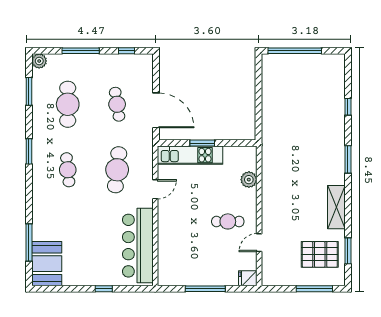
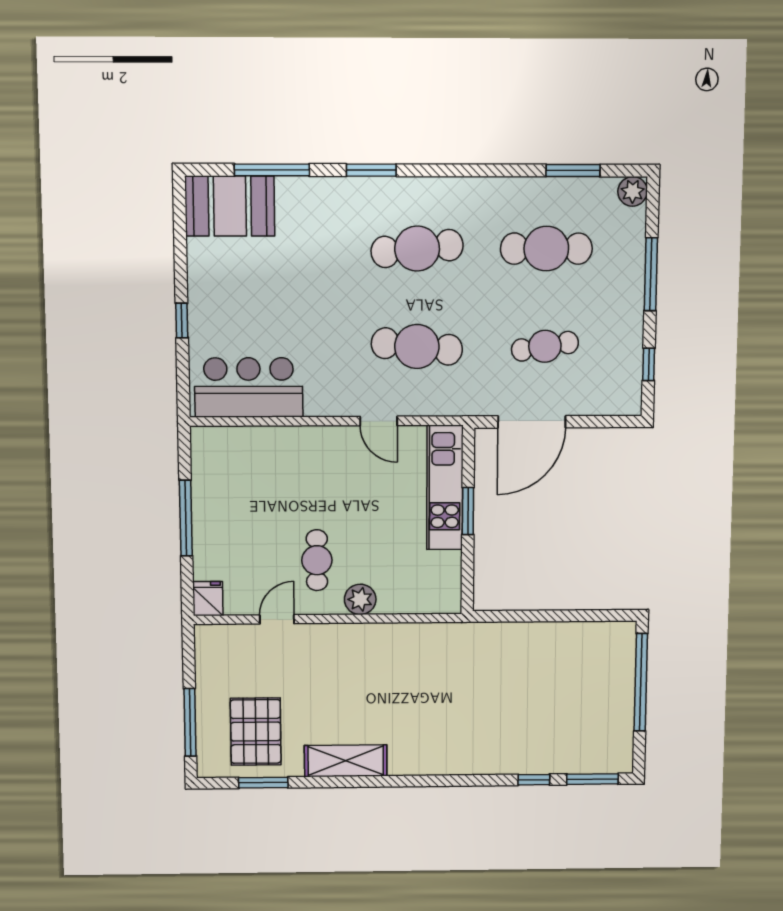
window: (29, 151) -> (371, 170), moved
window: (348, 159) -> (593, 779), moved
cafe table: (68, 170) -> (417, 249), width x1.37, depth x1.35
plant: (249, 180) -> (360, 599), moved
door: (259, 243) -> (277, 619), hinge flipped
bar counter: (138, 246) -> (249, 387), width x0.73

